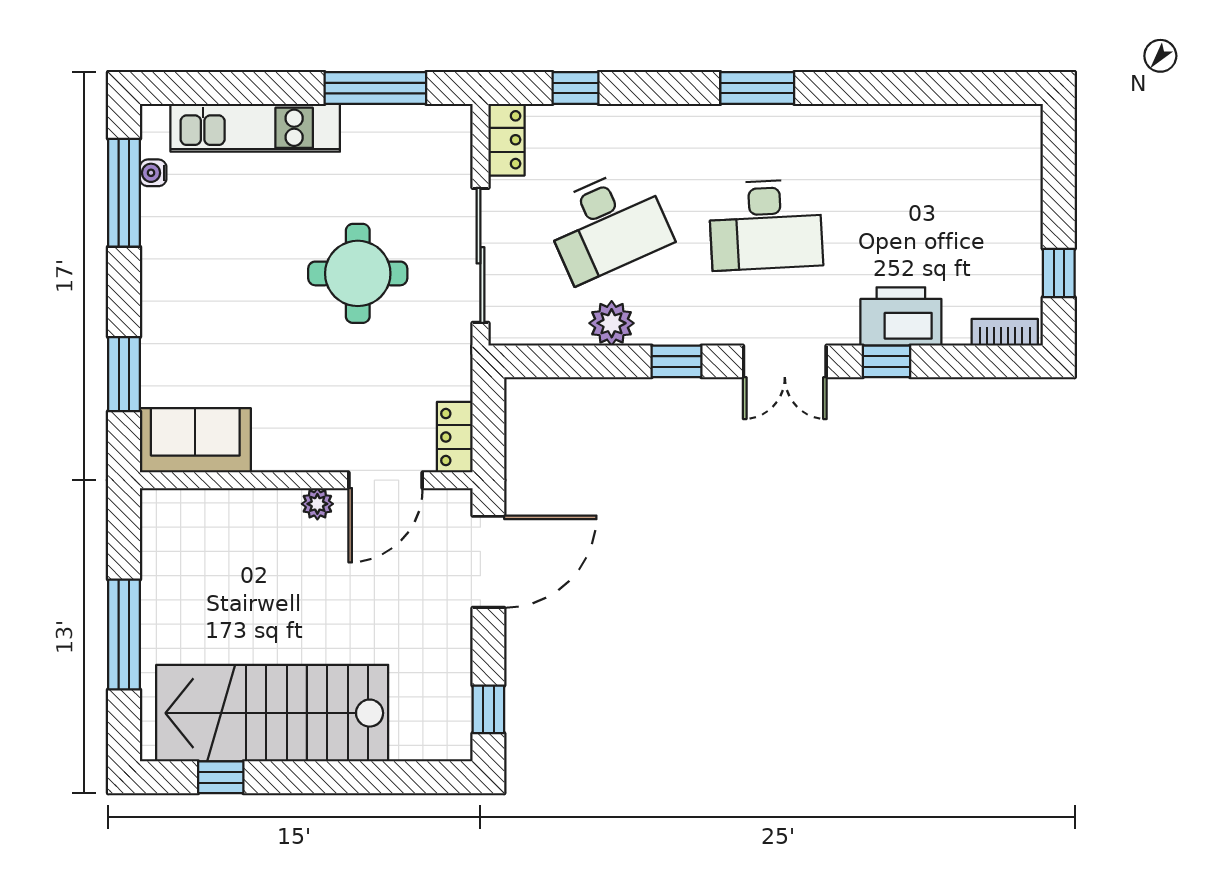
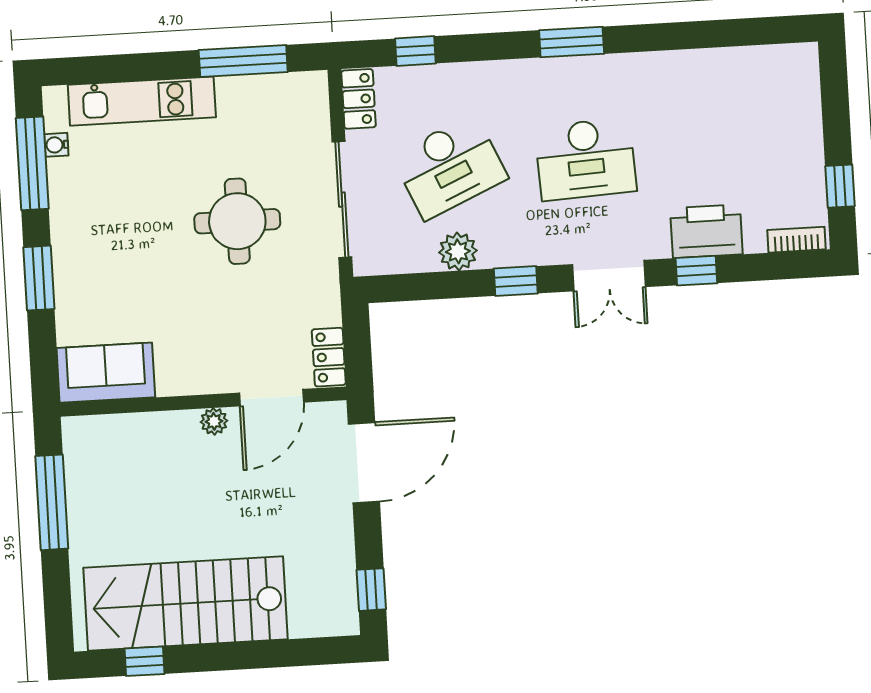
window: (124, 374) -> (39, 278), moved
window: (124, 634) -> (52, 502), moved

